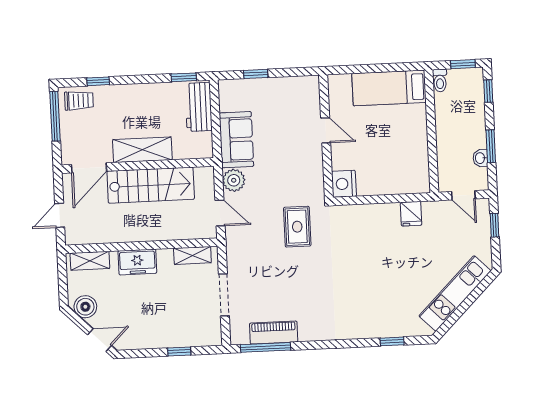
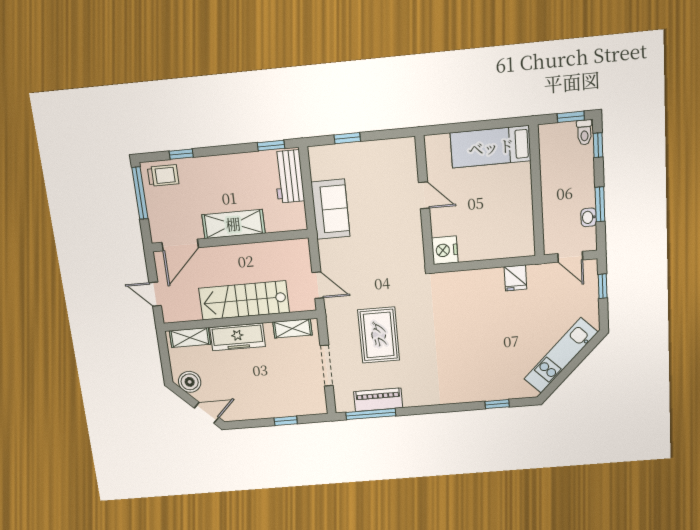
toilet: (440, 80) -> (584, 132), moved
plant: (234, 180) -> (330, 251), removed
stairs: (151, 185) -> (244, 300), moved, turned 180
door: (60, 215) -> (155, 294), hinge flipped
rug: (297, 227) -> (379, 335), moved, width x1.36, depth x1.43
freezer: (137, 262) -> (238, 337), width x1.40

